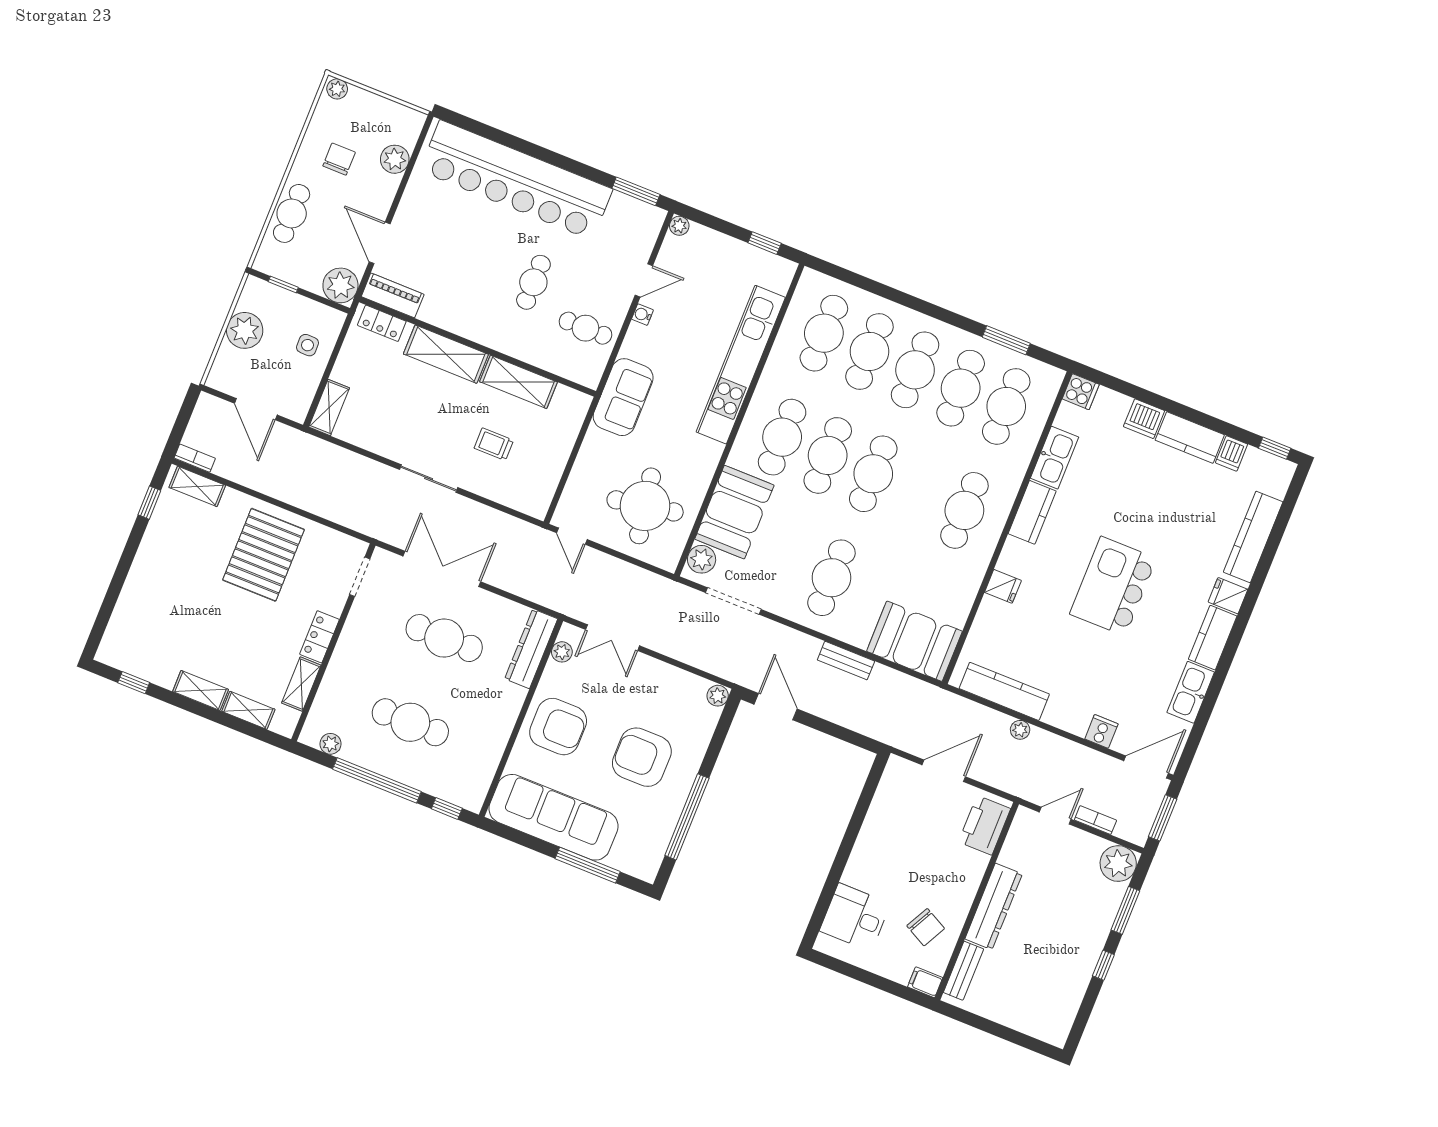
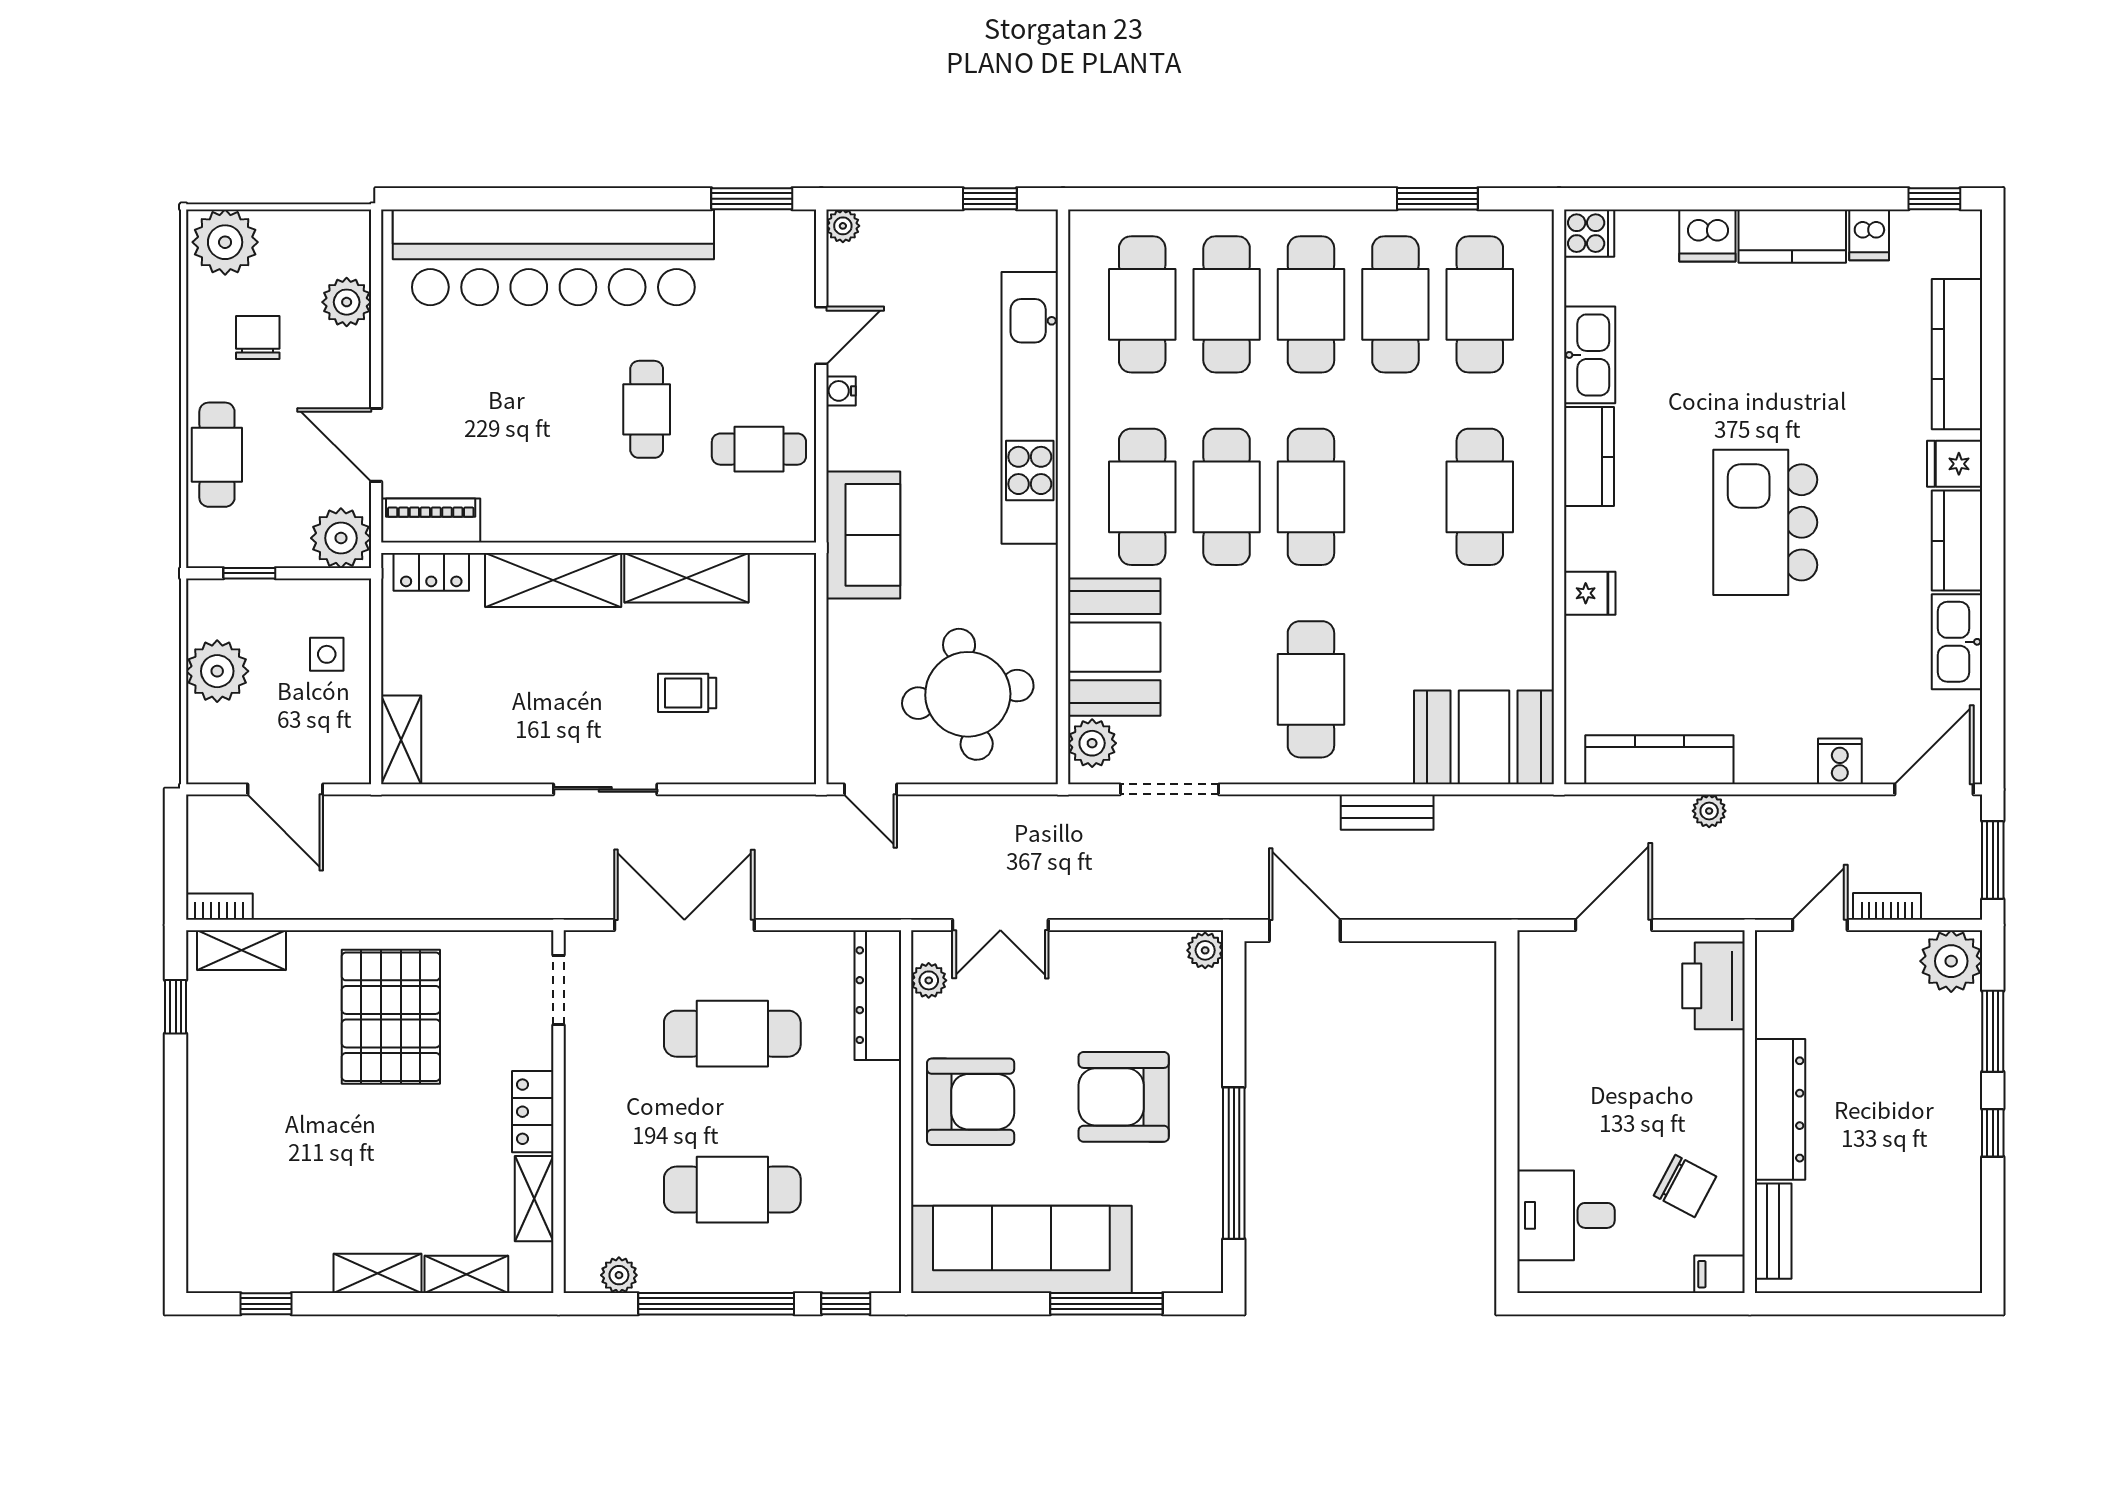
plant: (337, 89) -> (225, 242), width x1.87, depth x1.87

